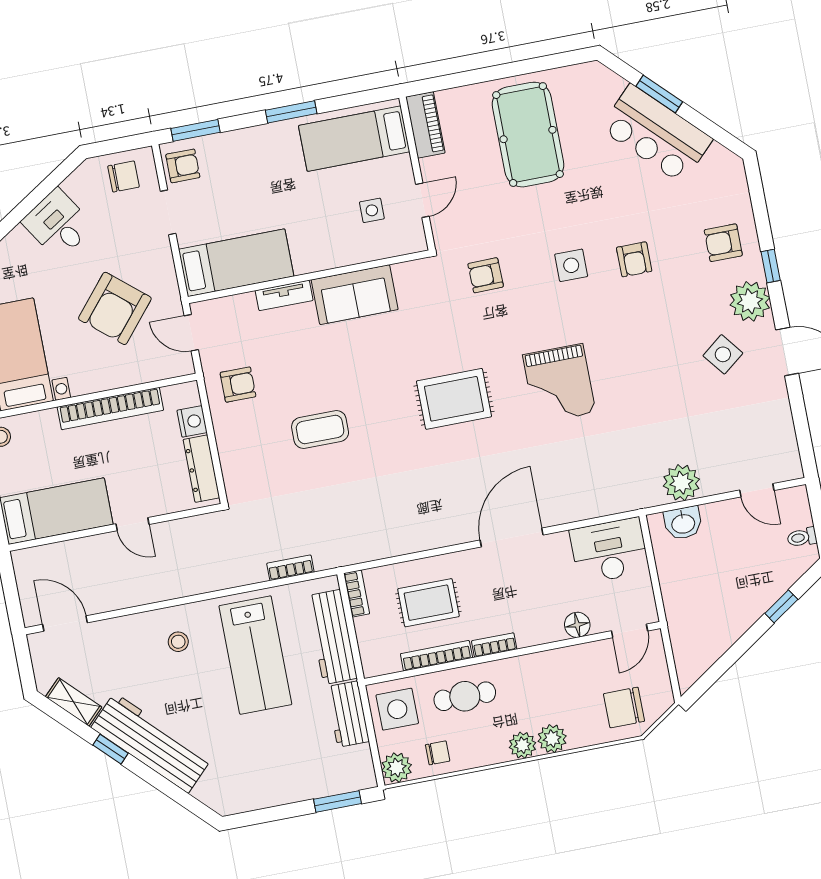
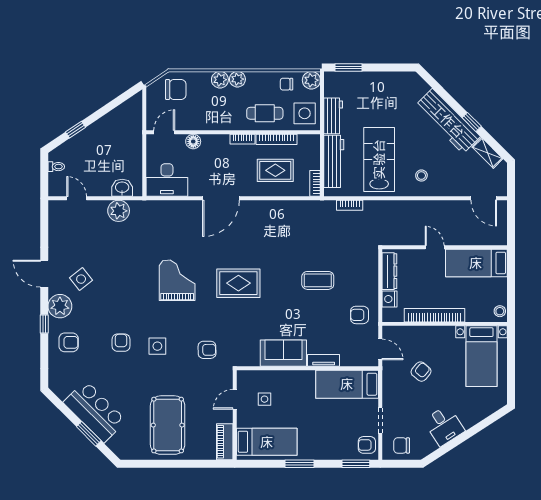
armchair: (115, 308) -> (421, 372), width x0.53, depth x0.53

